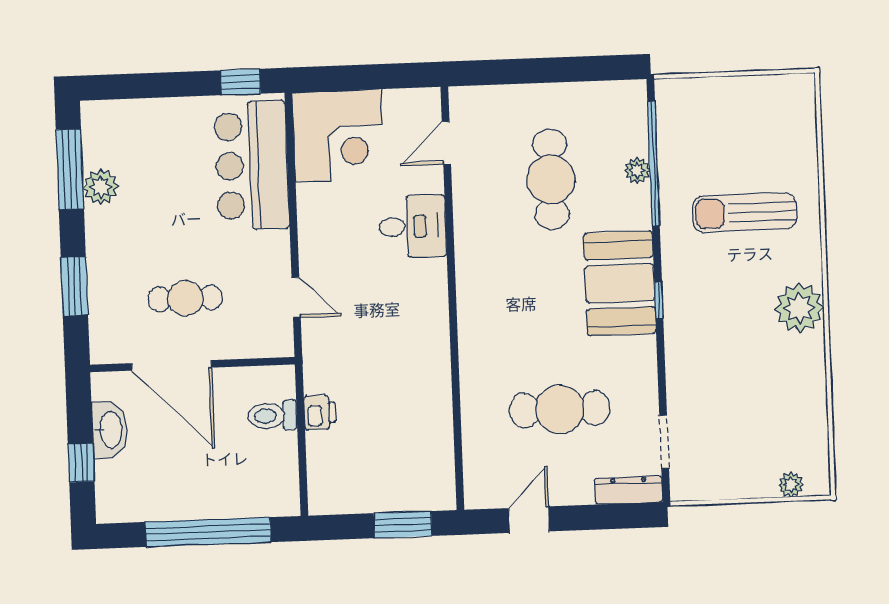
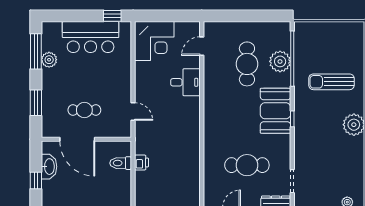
bar counter: (252, 165) -> (91, 37), moved, turned -90
plant: (637, 170) -> (280, 61), width x1.88, depth x1.88

